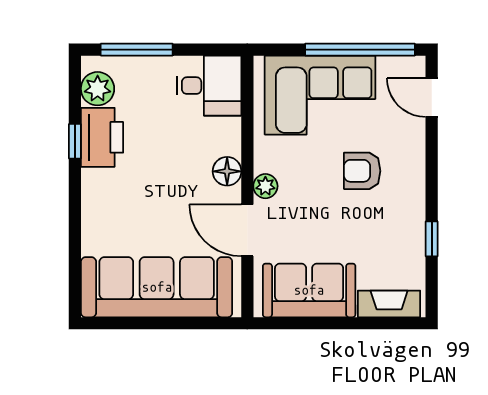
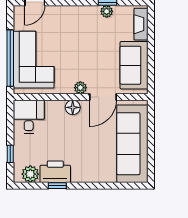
window: (137, 50) -> (10, 154), width x0.46
window: (360, 50) -> (10, 58), moved
armchair: (362, 171) -> (73, 38), removed
plant: (414, 237) -> (107, 11), added

